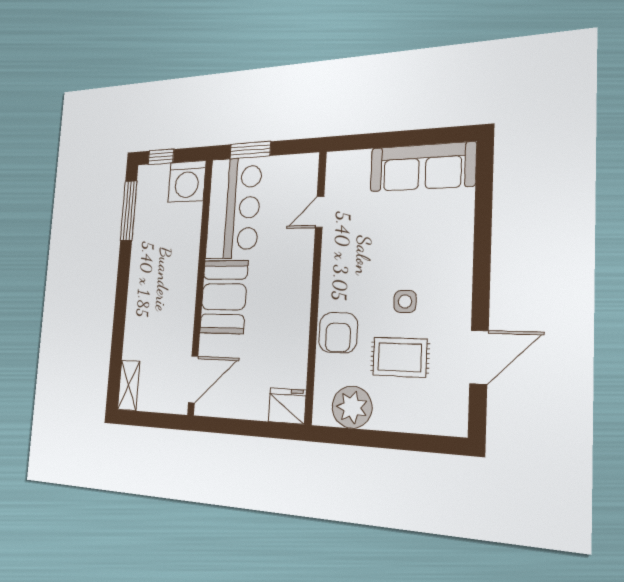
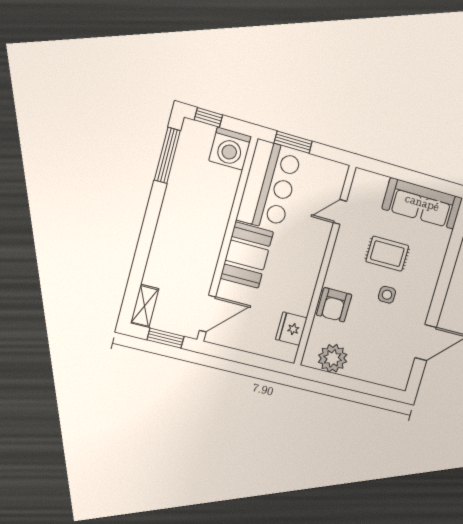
rug: (400, 357) -> (387, 254), moved
fridge: (287, 406) -> (291, 329), moved, turned -90
window: (154, 420) -> (166, 338), added

